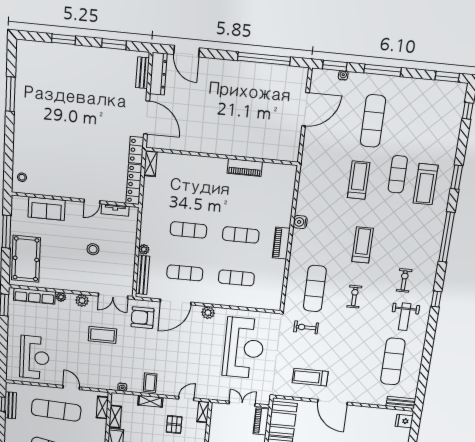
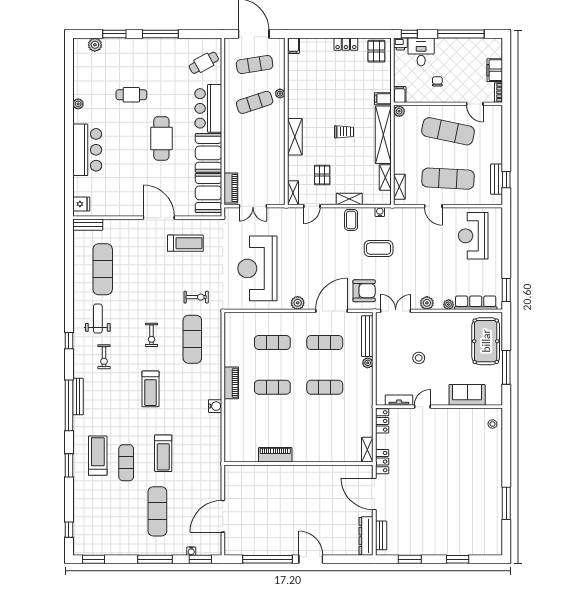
door: (186, 51) -> (311, 559), moved
locker: (134, 184) -> (382, 421), width x0.66
bench: (436, 245) -> (78, 397), added
coffee table: (102, 335) -> (379, 249), moved

